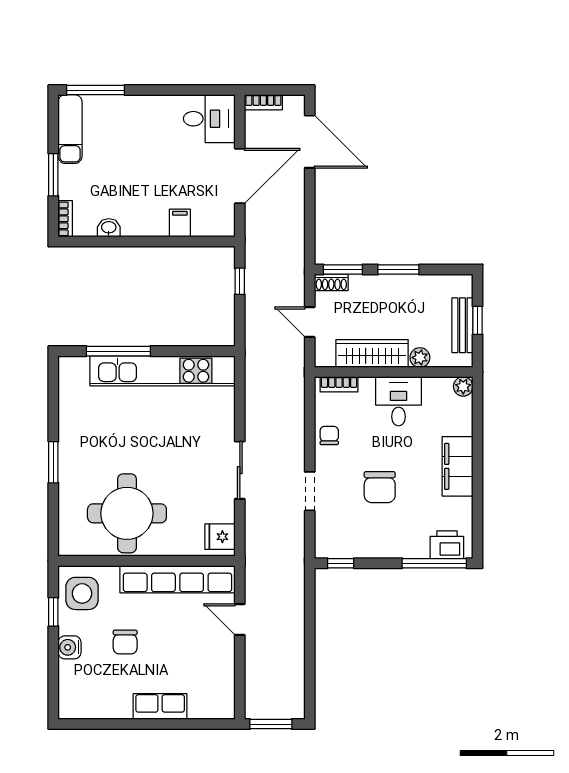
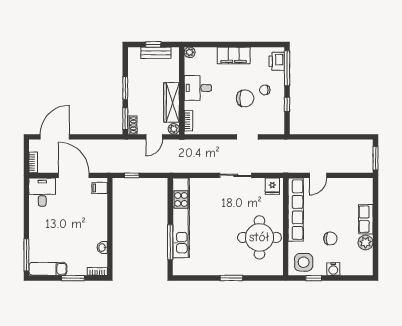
filing cabinet: (180, 223) -> (100, 188), moved
plant: (420, 358) -> (174, 129), moved
chair: (329, 436) -> (265, 90), moved
window: (341, 563) -> (287, 104), moved
plant: (118, 706) -> (366, 242), added

